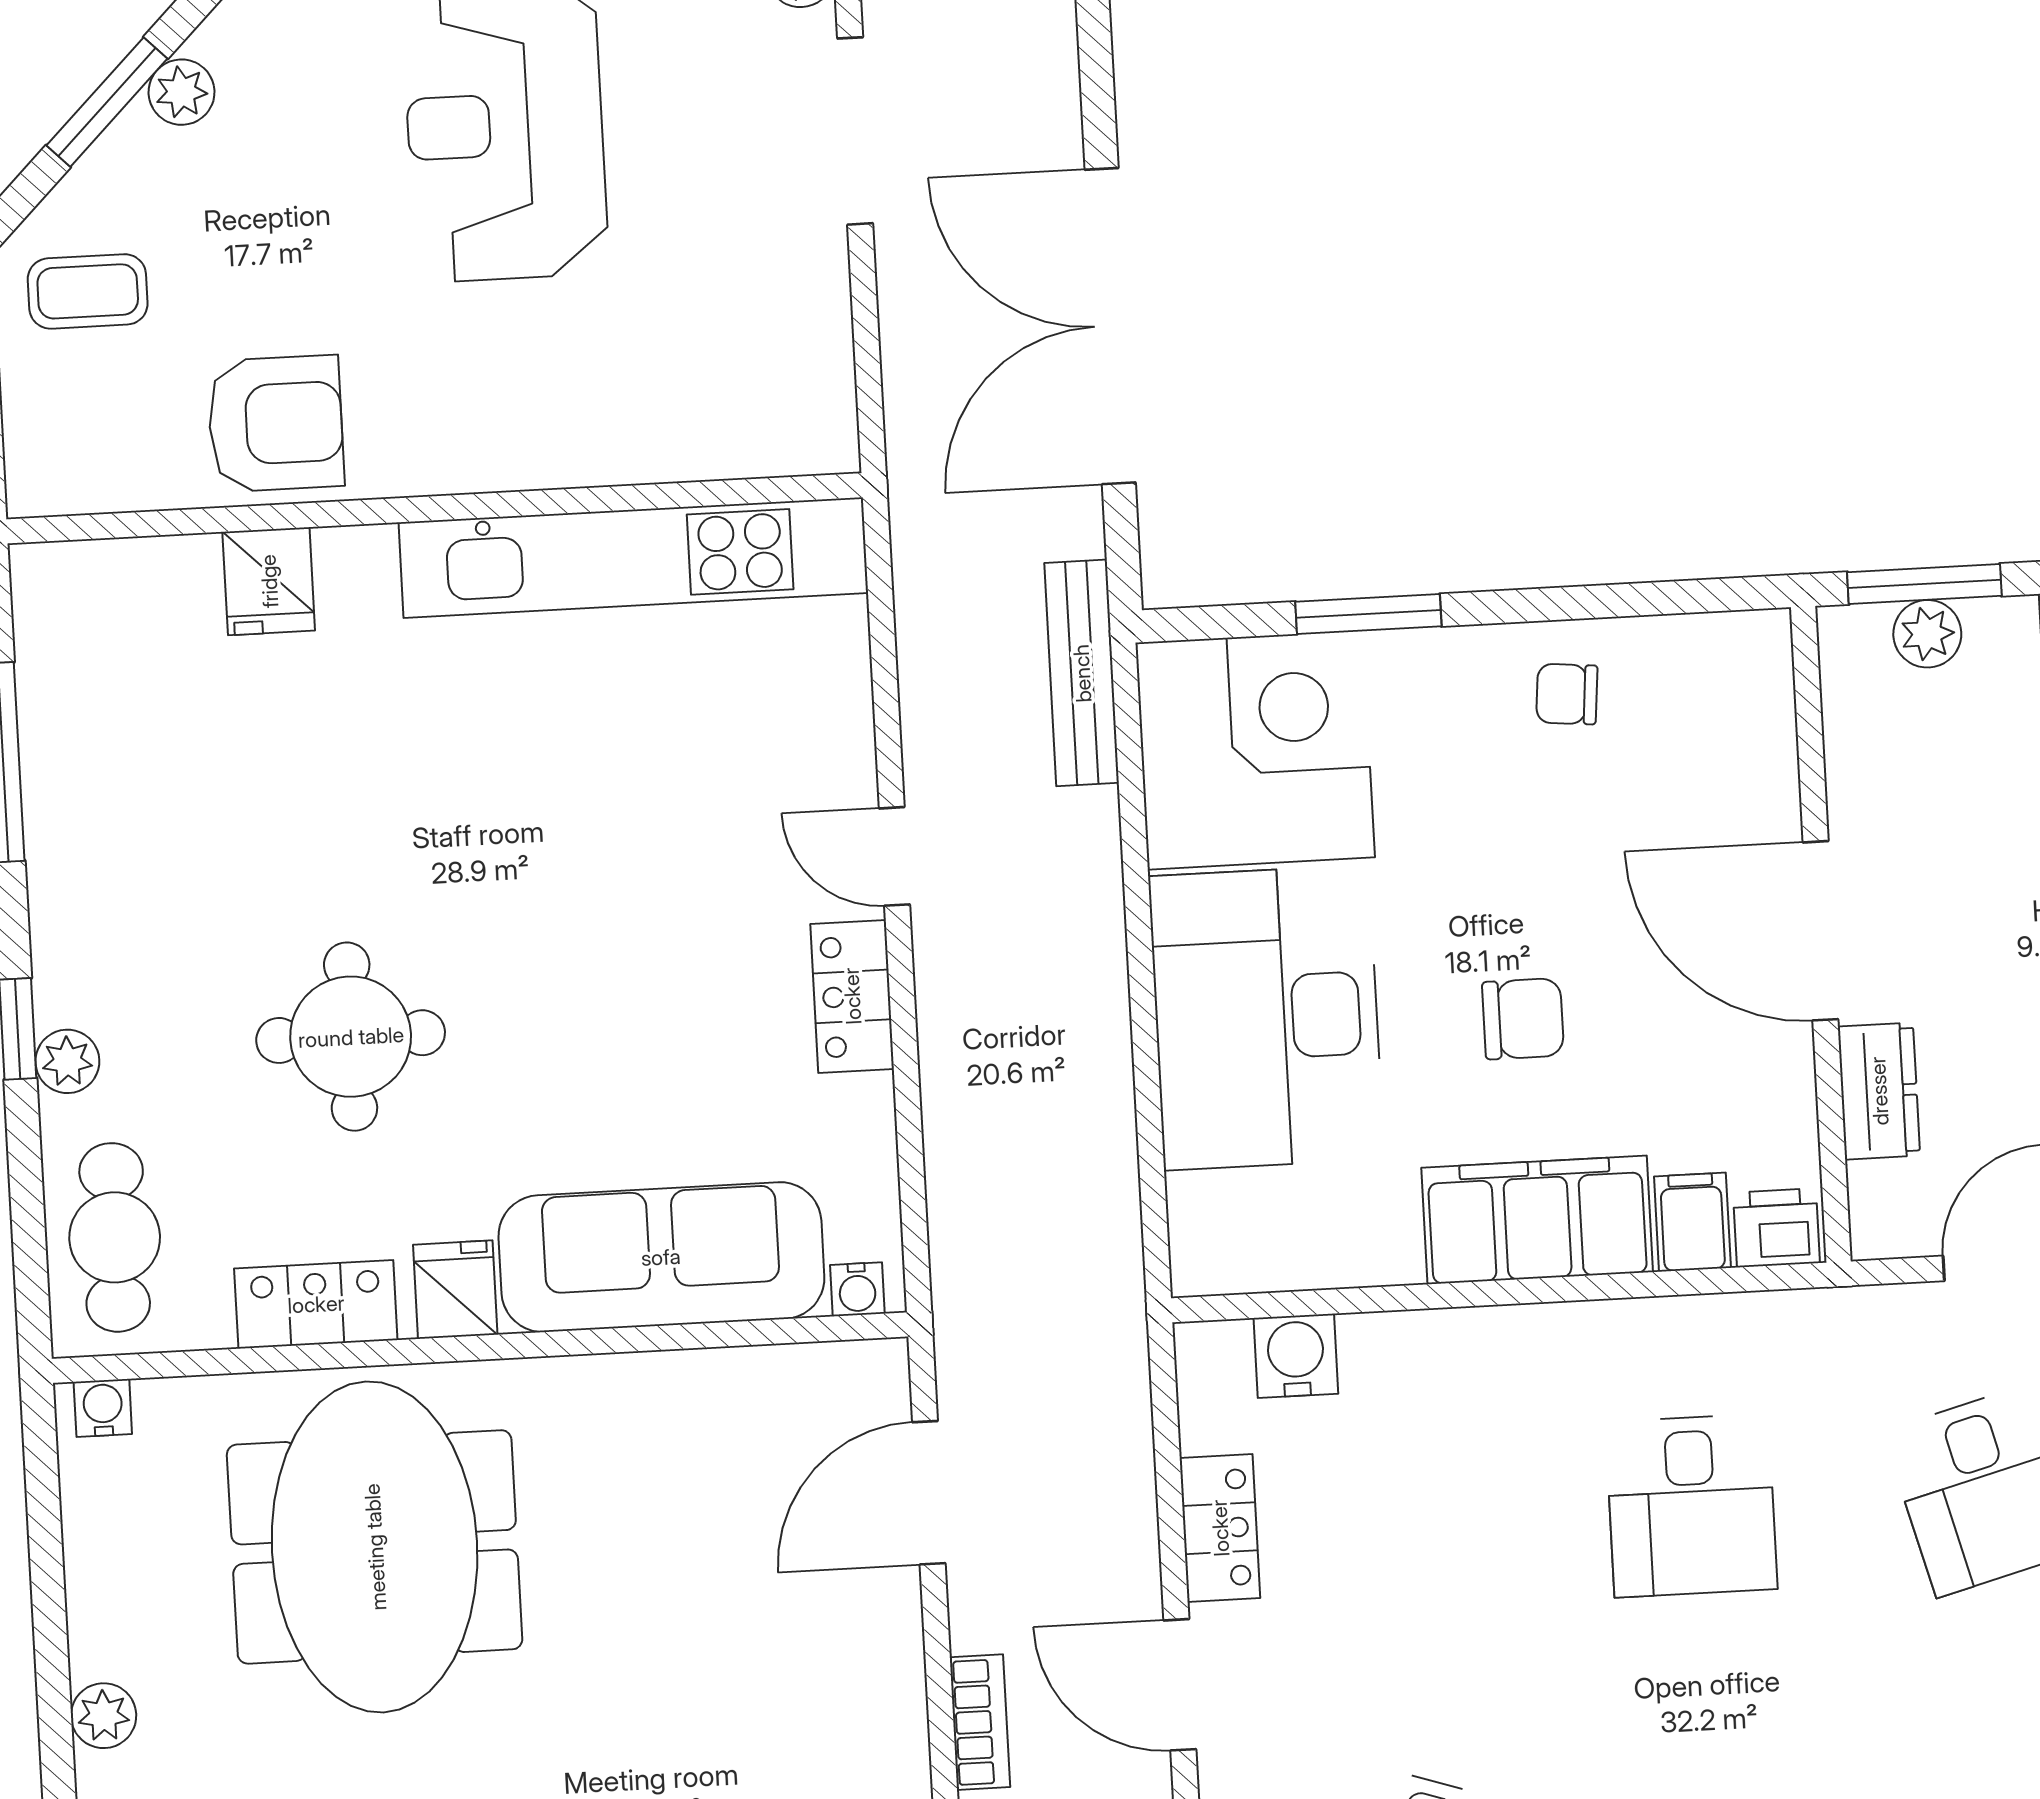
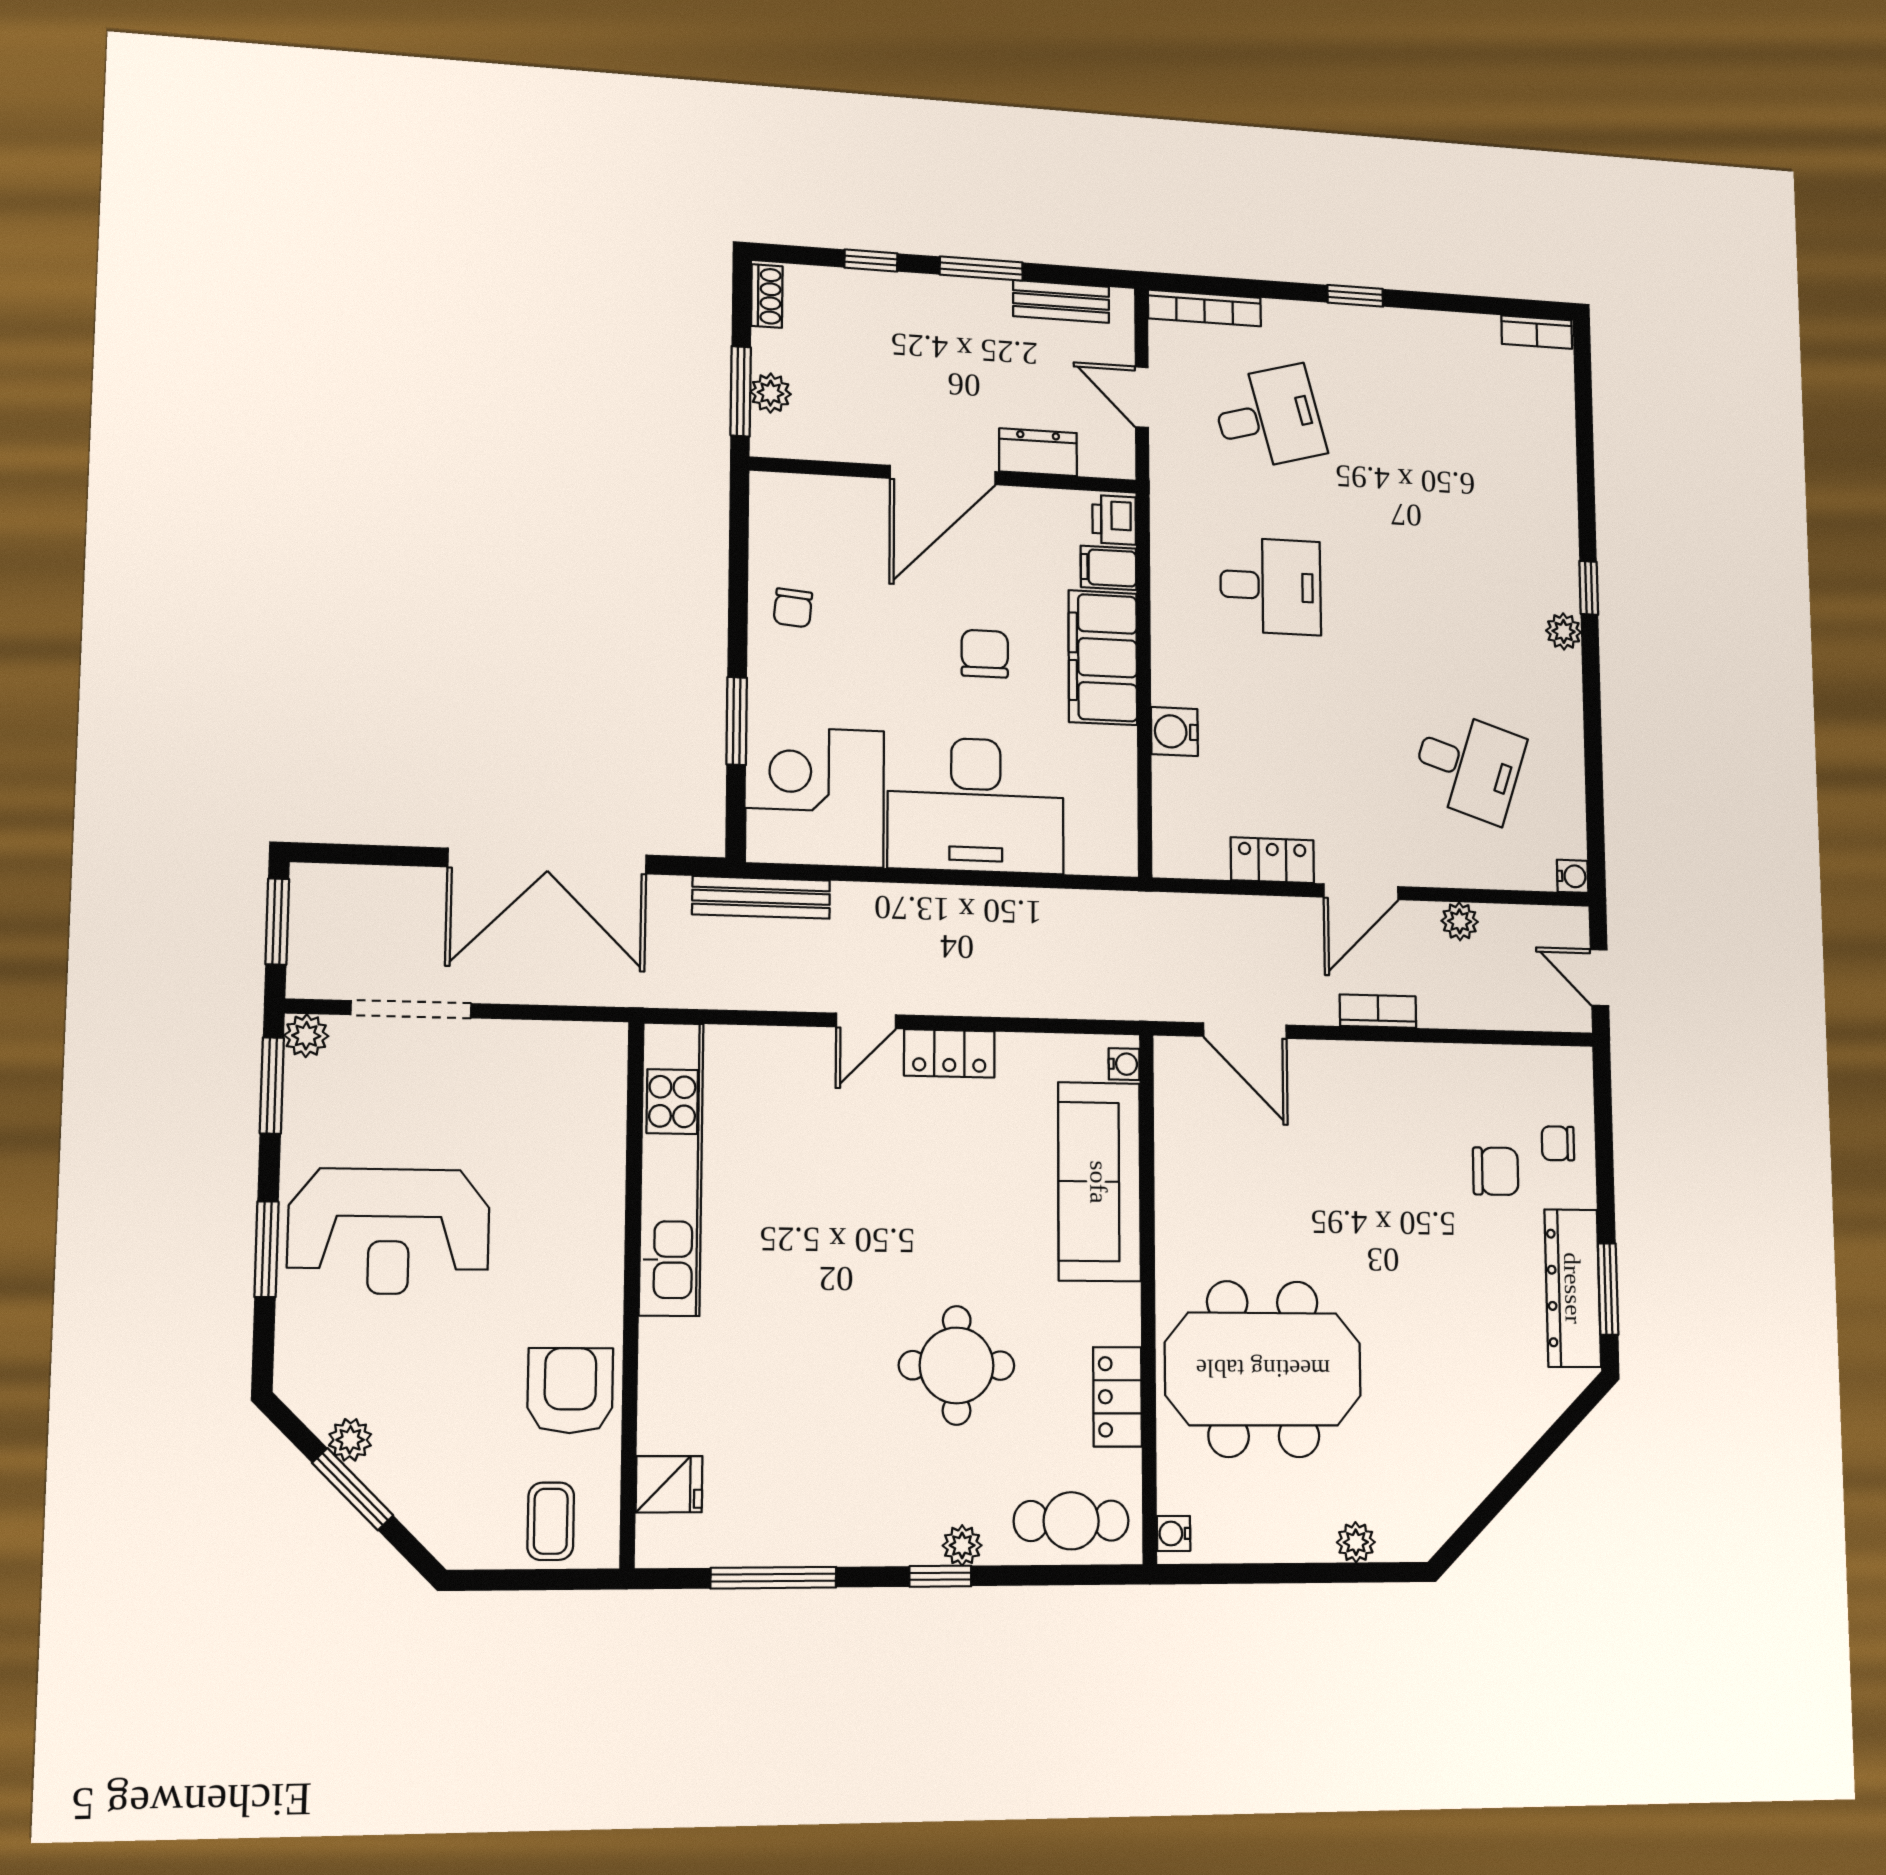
coffee table: (88, 291) -> (551, 1521), moved
fridge: (269, 581) -> (669, 1484), moved
fridge: (455, 1290) -> (1113, 1310), removed
water cooler: (1296, 1356) -> (1174, 732), moved

